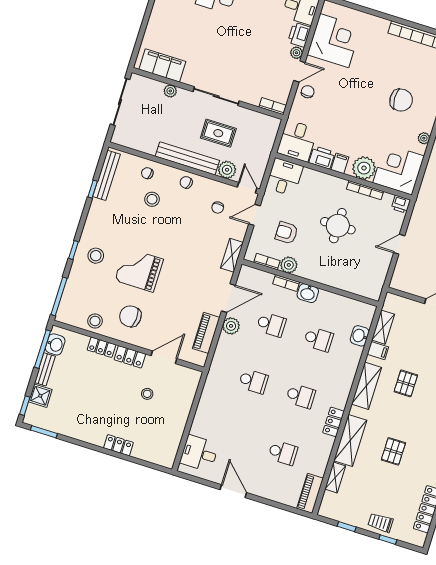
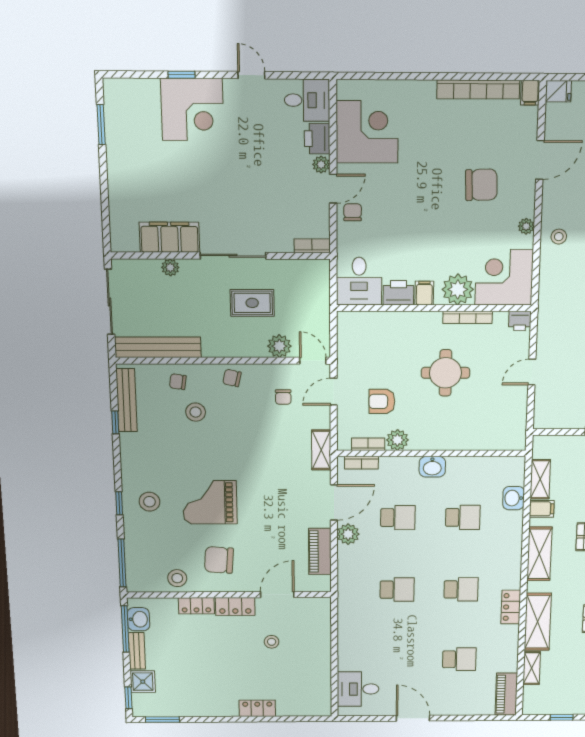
filing cabinet: (162, 65) -> (170, 237), moved
bench: (187, 158) -> (158, 347), moved
desk: (284, 177) -> (357, 333), removed
bookcase: (286, 283) -> (361, 463), moved

